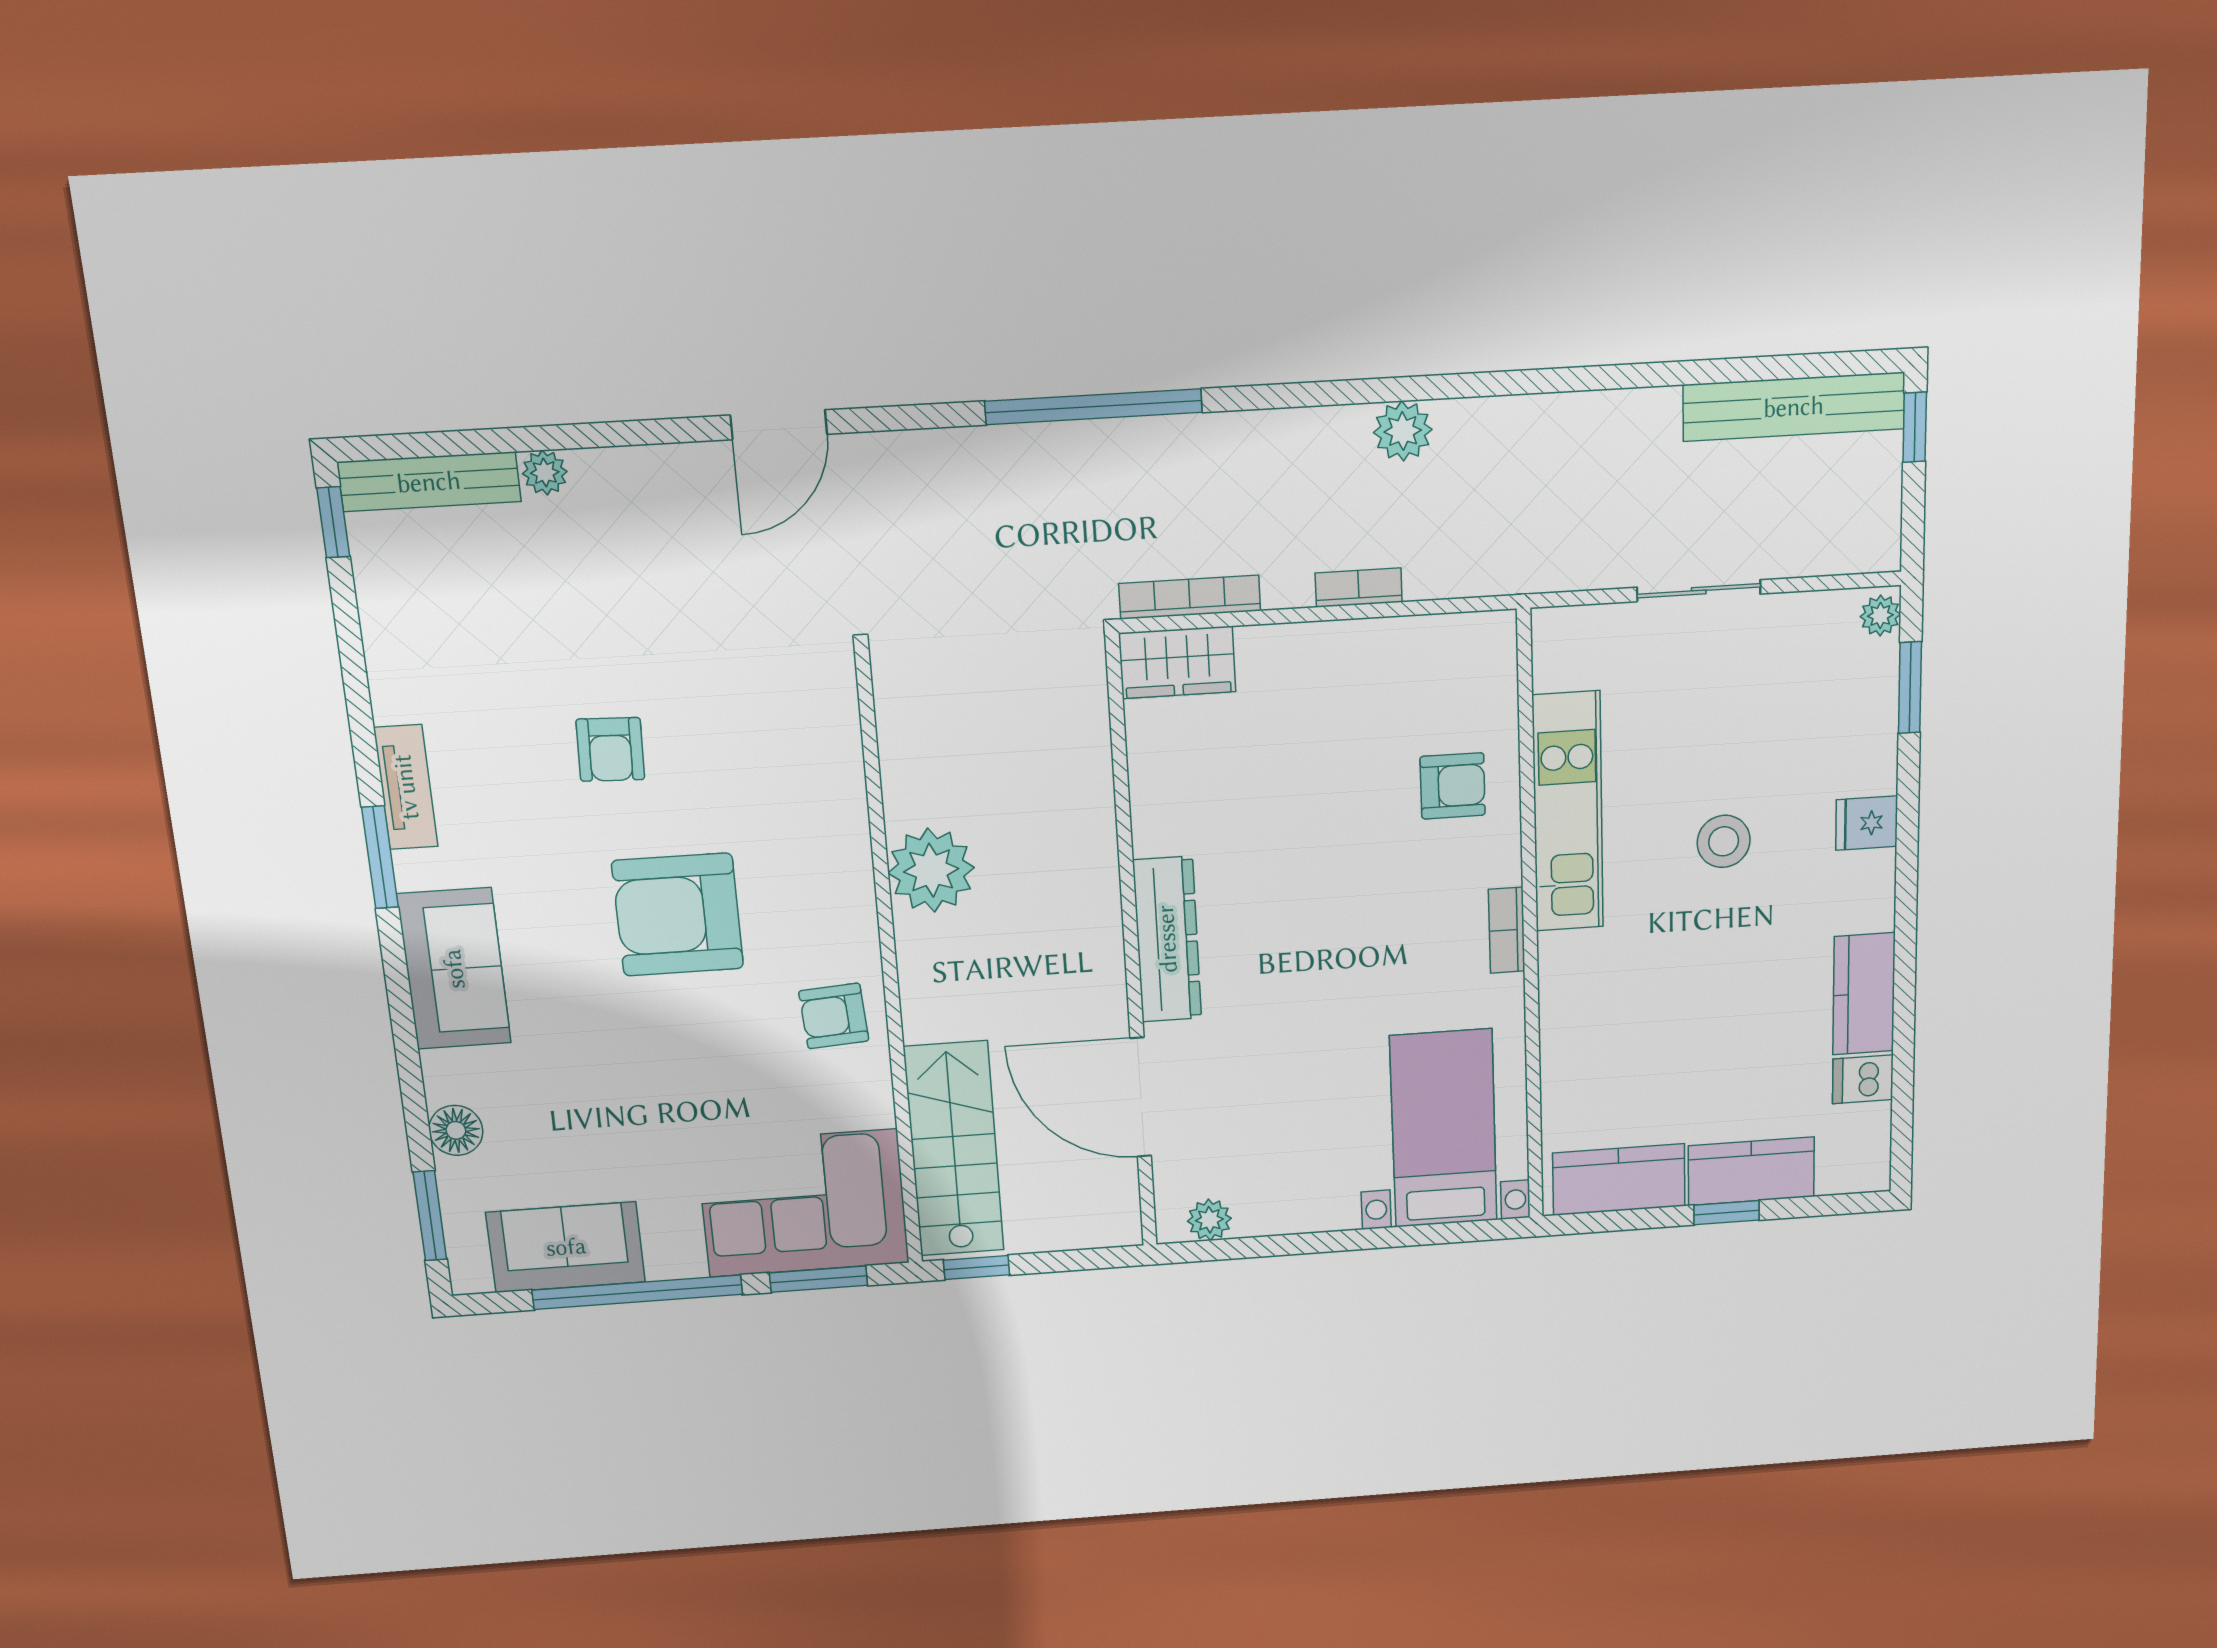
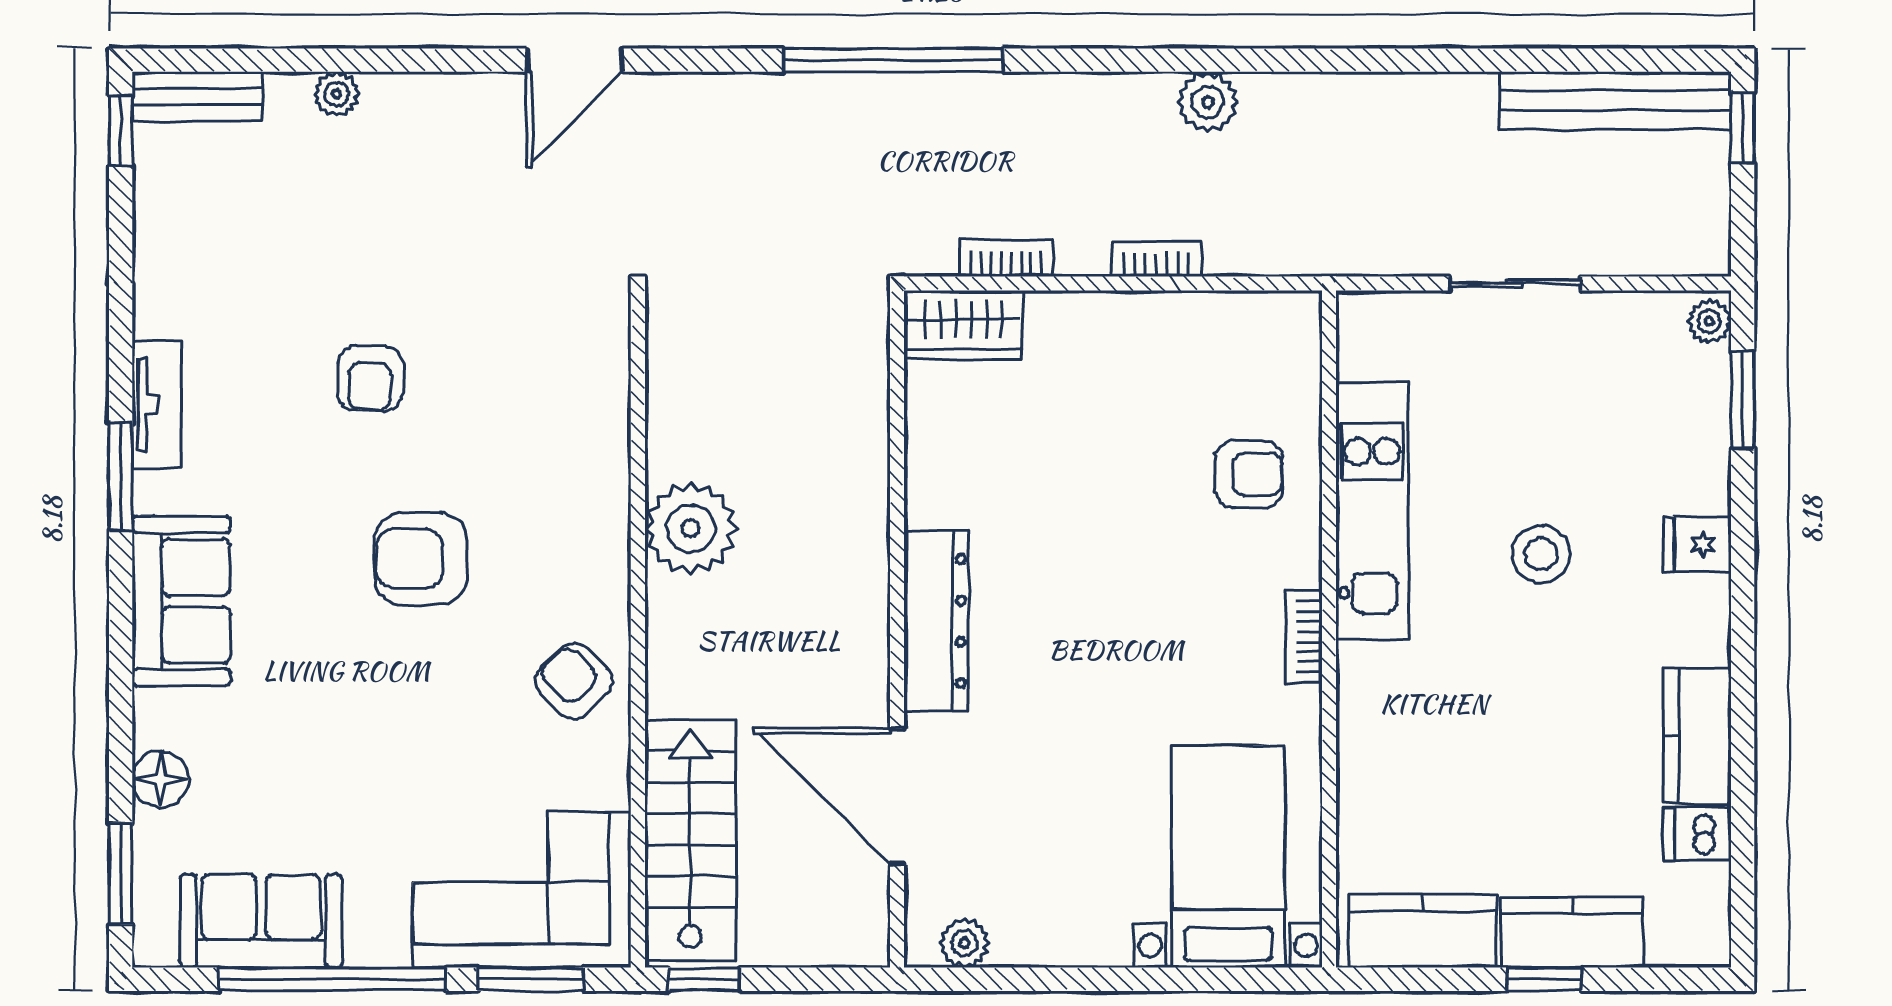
bench: (429, 482) -> (197, 96), width x0.73
bookcase: (1190, 597) -> (1006, 258), width x0.64
armchair: (678, 915) -> (421, 559), width x0.73, depth x0.73
armchair: (834, 1016) -> (574, 681), turned 50

